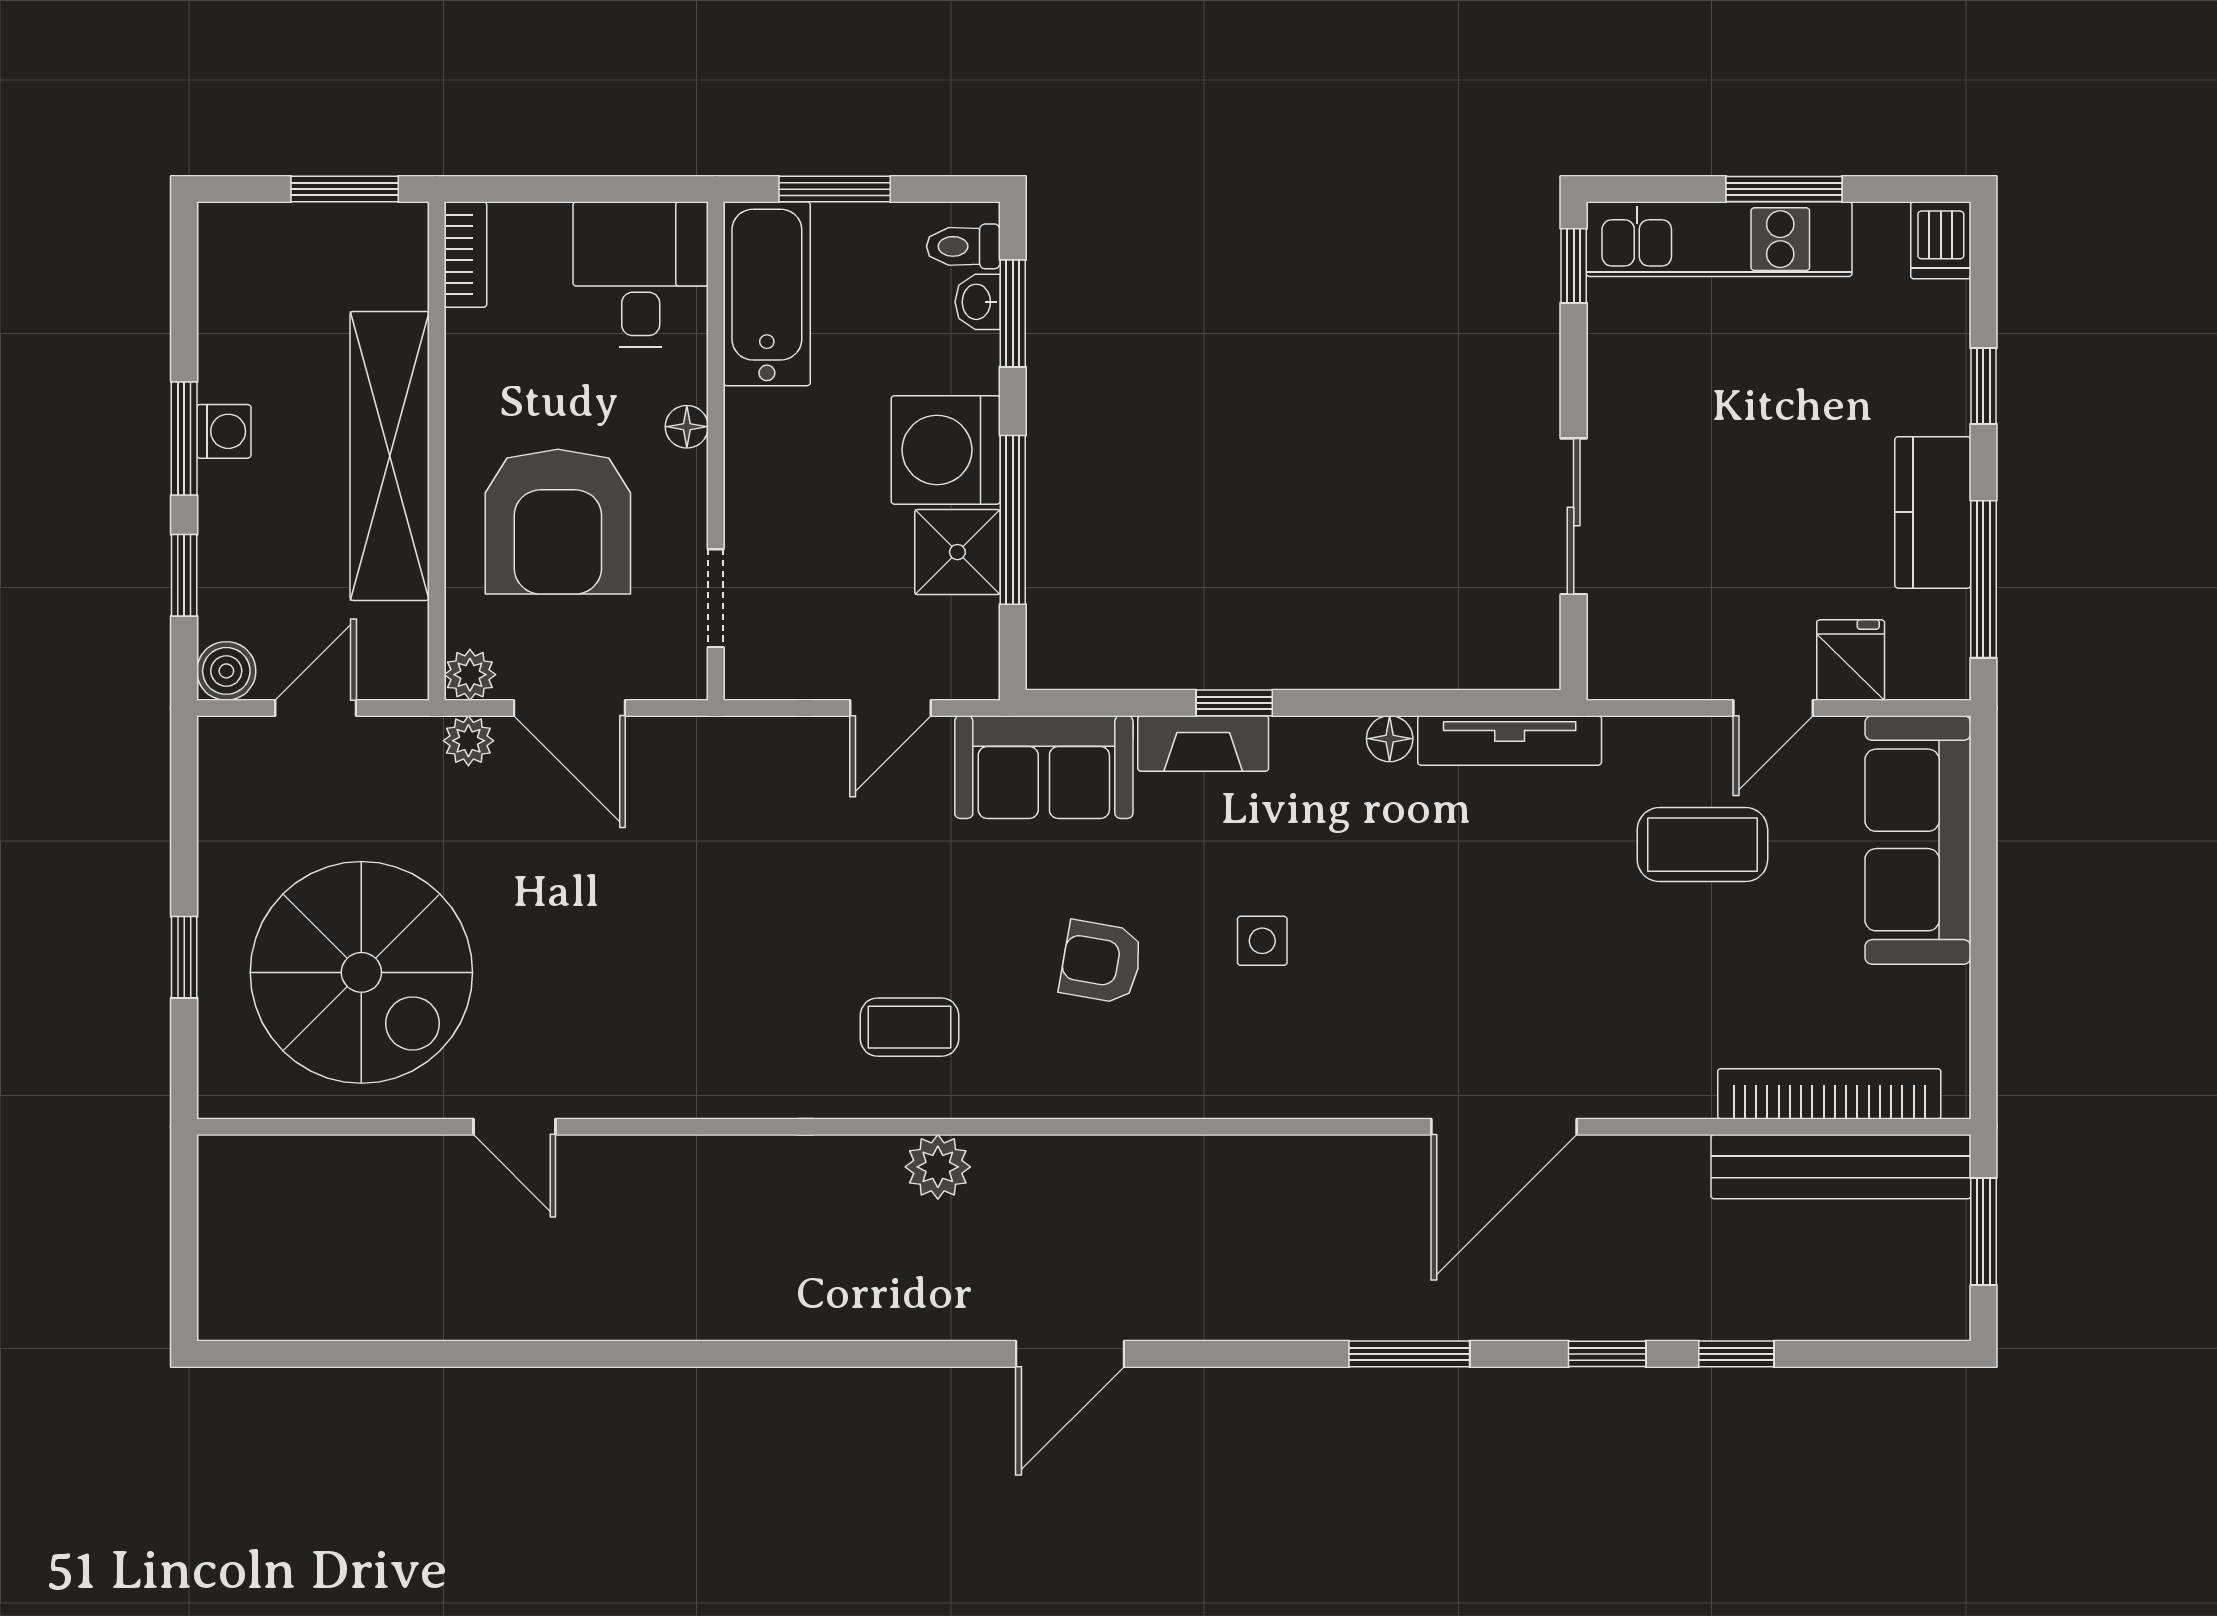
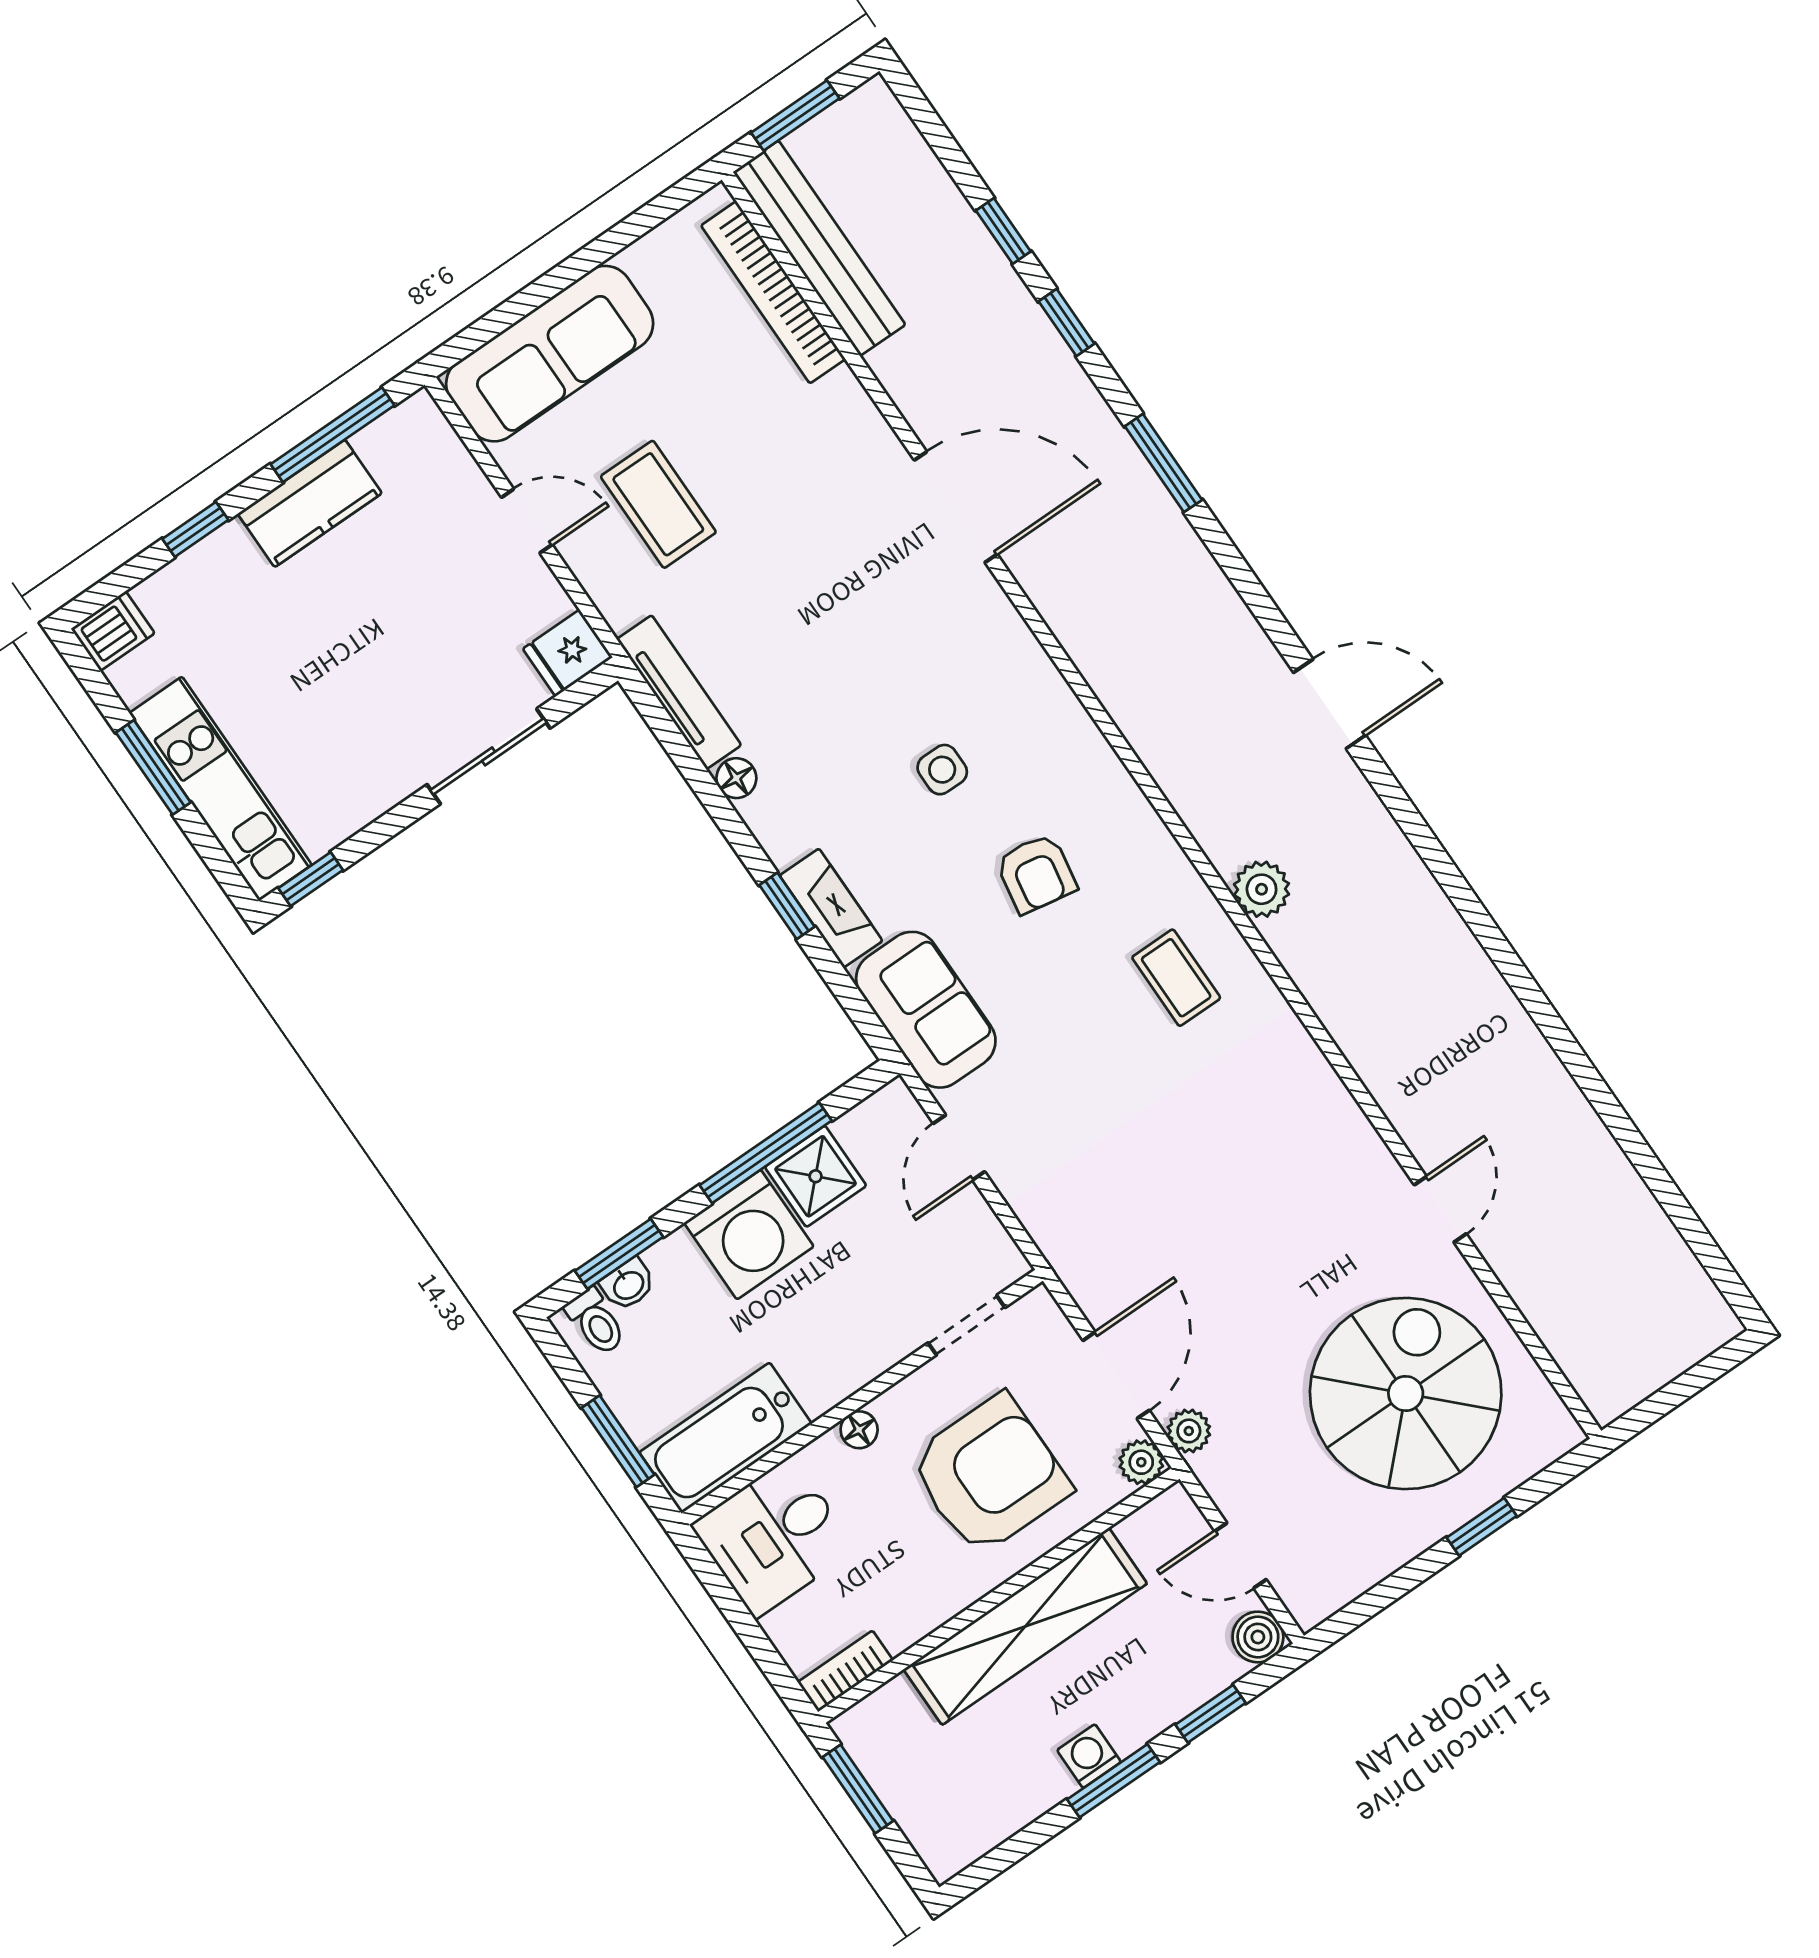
fridge: (1851, 660) -> (568, 653), moved
door: (890, 708) -> (959, 1148), swing flipped

